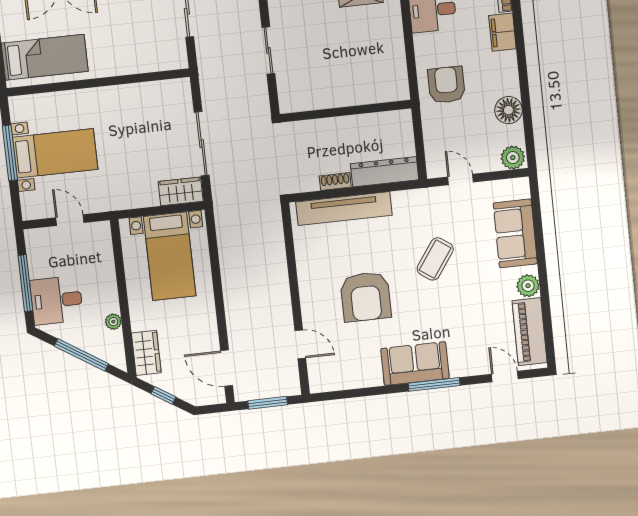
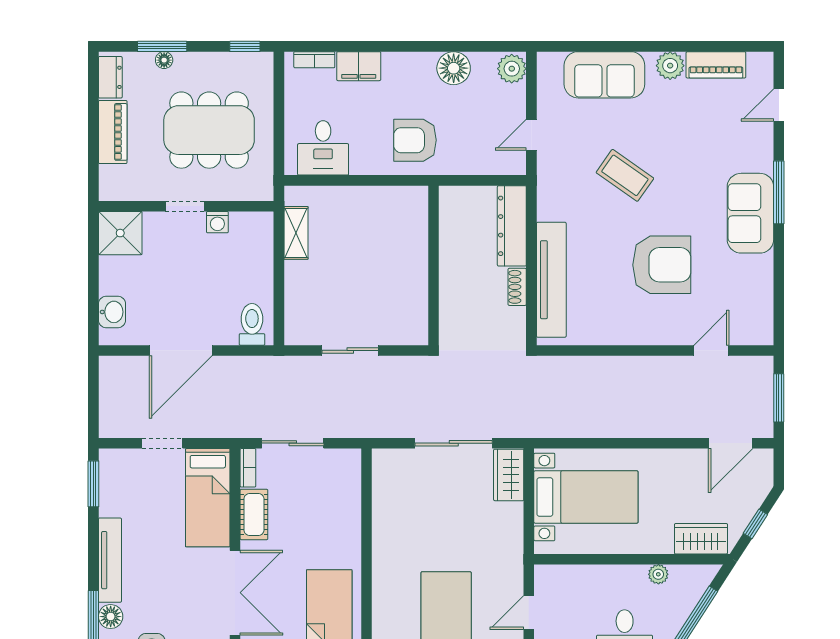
piano: (530, 332) -> (716, 65), width x0.73, depth x0.75

